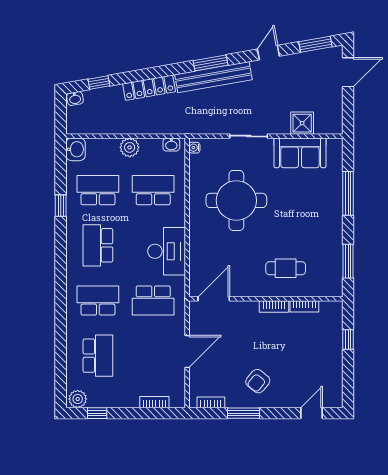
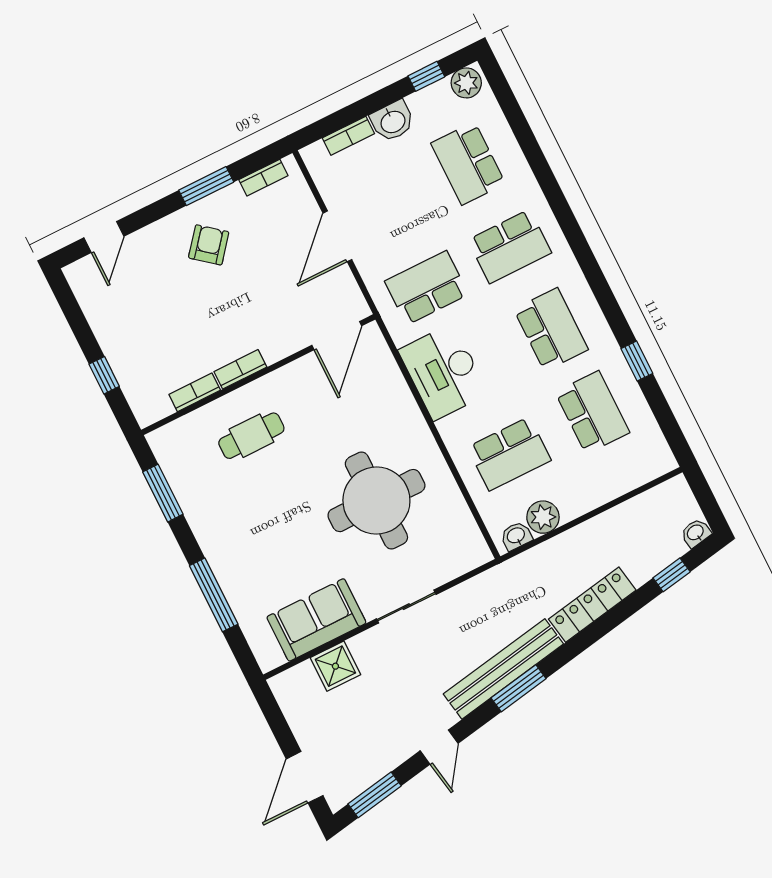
plant: (130, 147) -> (543, 517), moved
water cooler: (194, 148) -> (479, 549), removed
washbasin: (76, 149) -> (393, 121), moved, turned -90
school desk: (98, 190) -> (592, 412), turned -90

